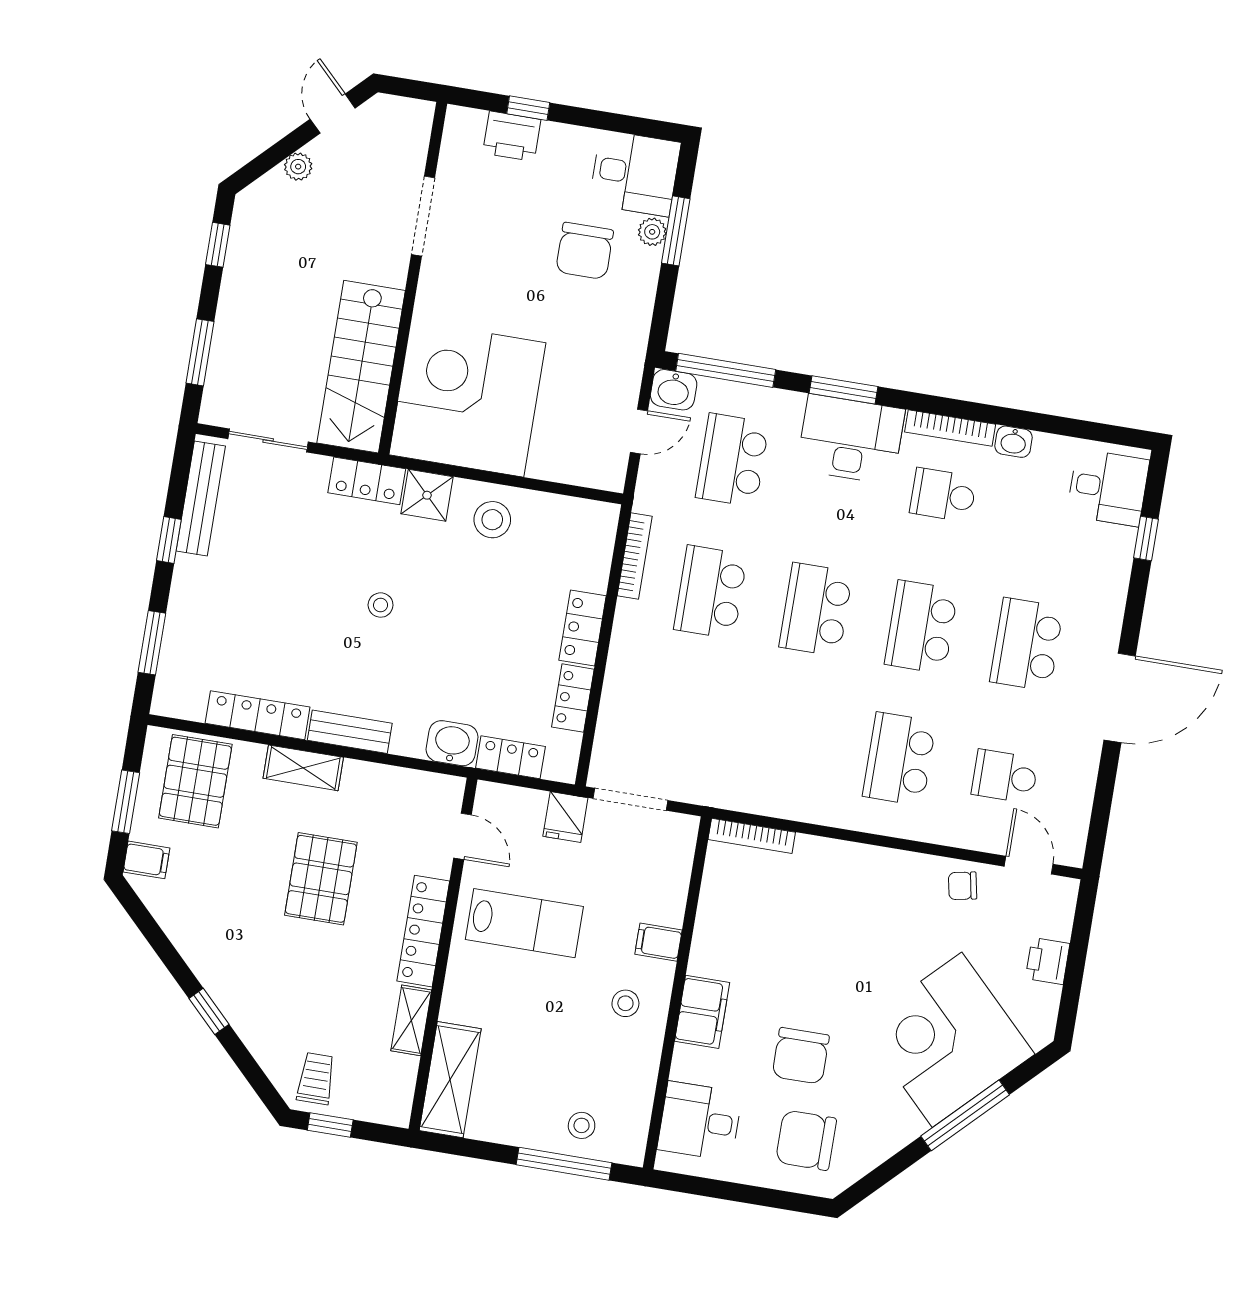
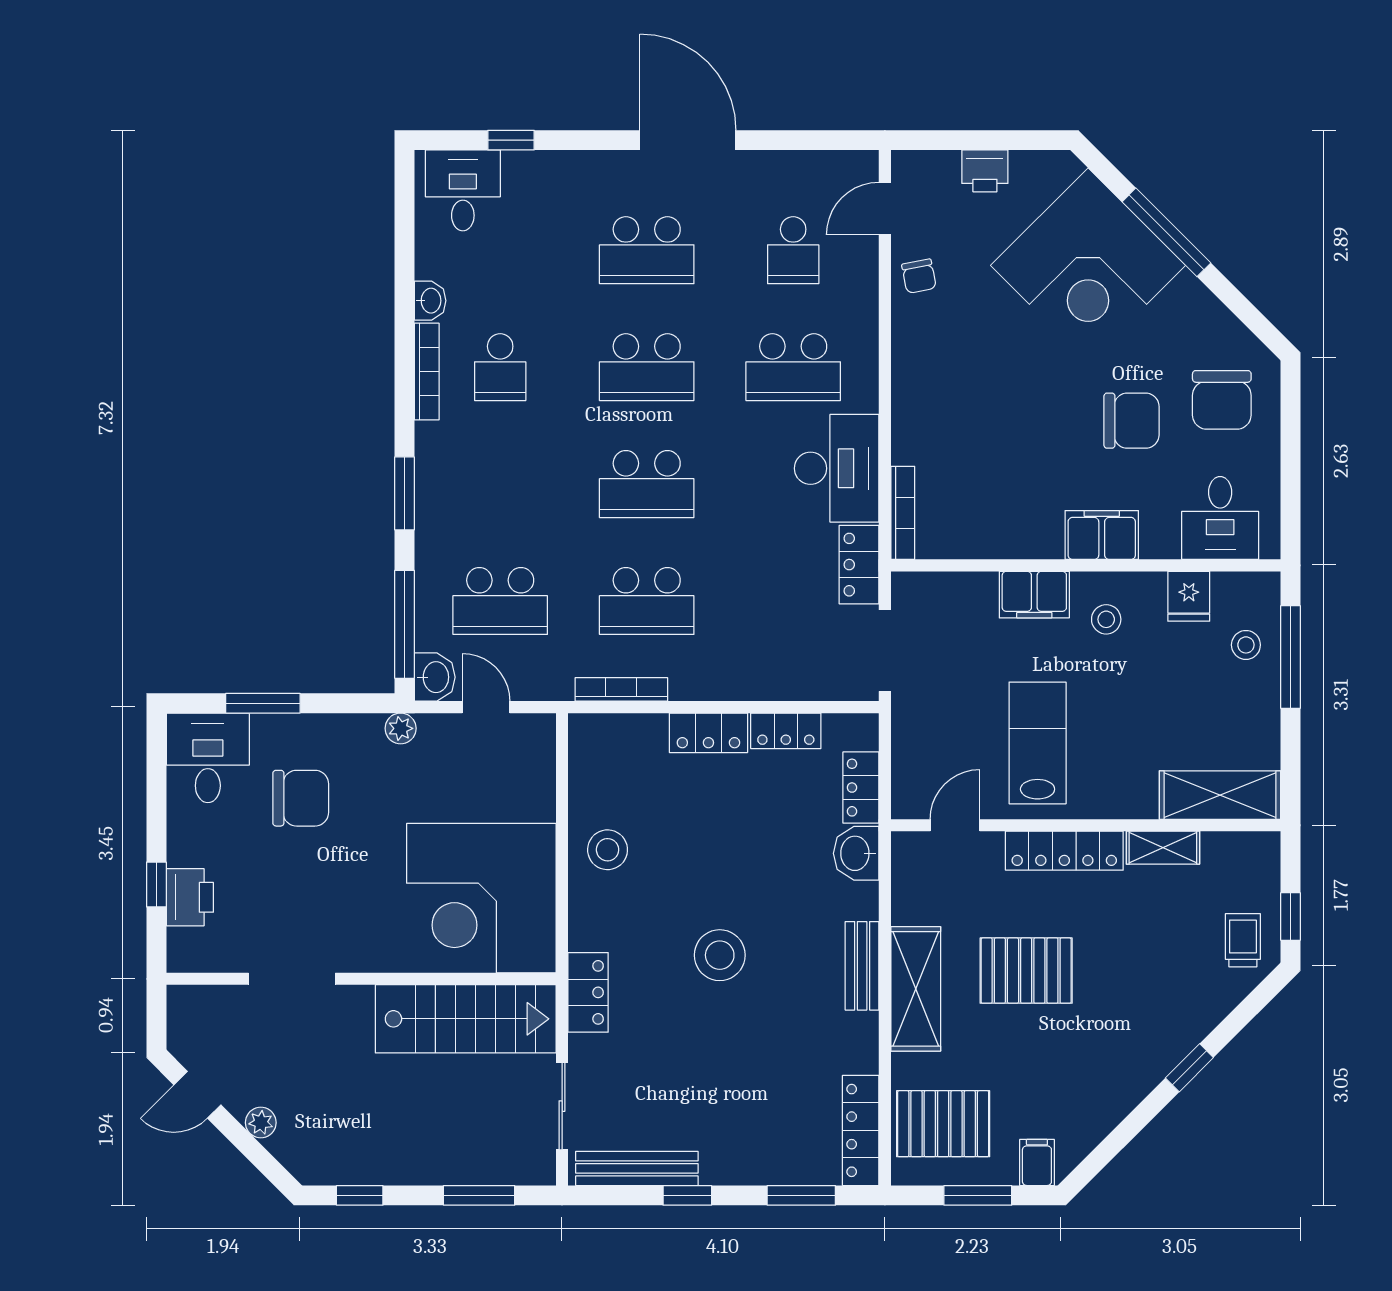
plant: (652, 232) -> (401, 728), moved
desk: (851, 439) -> (837, 468), moved, turned 180
shower: (427, 495) -> (593, 925), removed
stool: (381, 605) -> (720, 955), width x1.89, depth x1.89
locker: (258, 715) -> (861, 1130), moved
shelving: (303, 768) -> (916, 989), width x1.50, depth x1.33
locker: (712, 789) -> (859, 565), added
fridge: (565, 817) -> (1189, 596), moved, turned 90
filing cabinet: (658, 942) -> (1034, 595), width x2.00
trolley: (316, 1079) -> (1243, 940), turned 90

